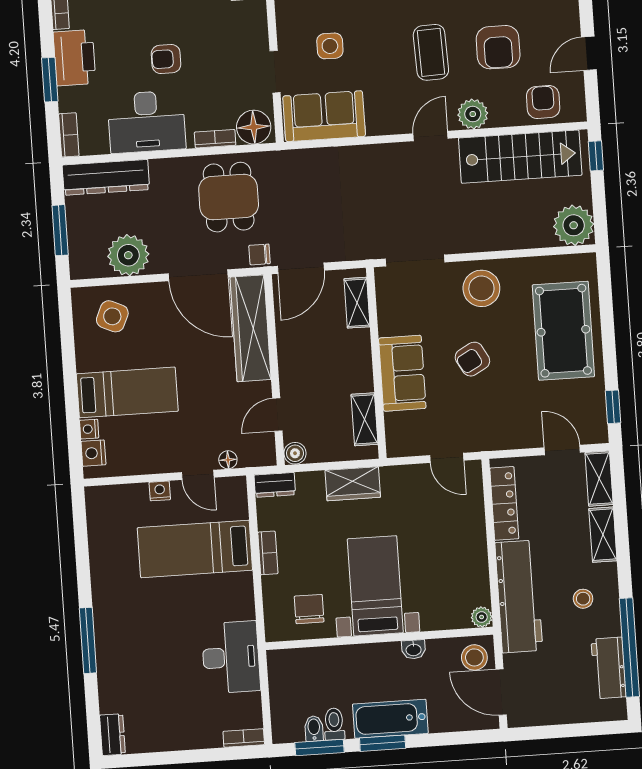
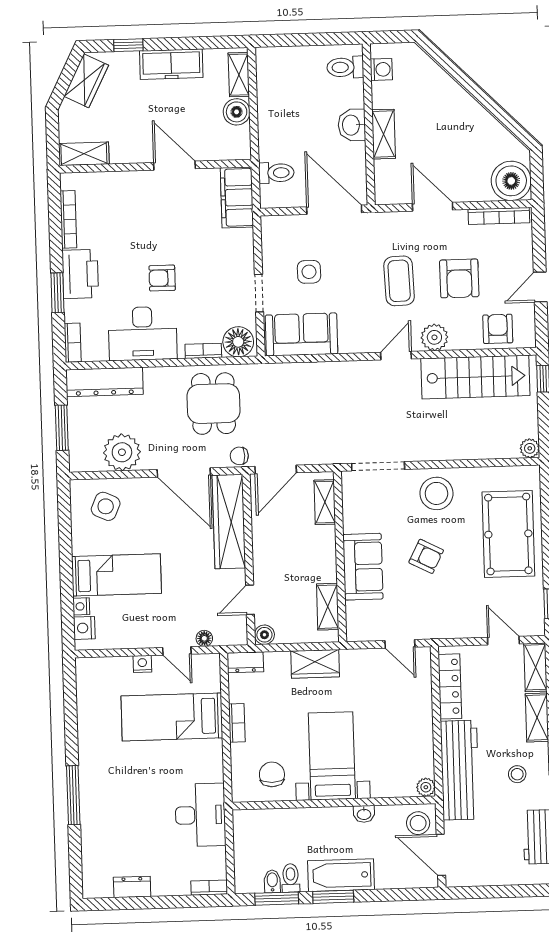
plant: (574, 225) -> (530, 448), width x0.53, depth x0.53
armchair: (472, 359) -> (426, 556), turned -124
dresser: (112, 735) -> (132, 887), moved, turned -90

